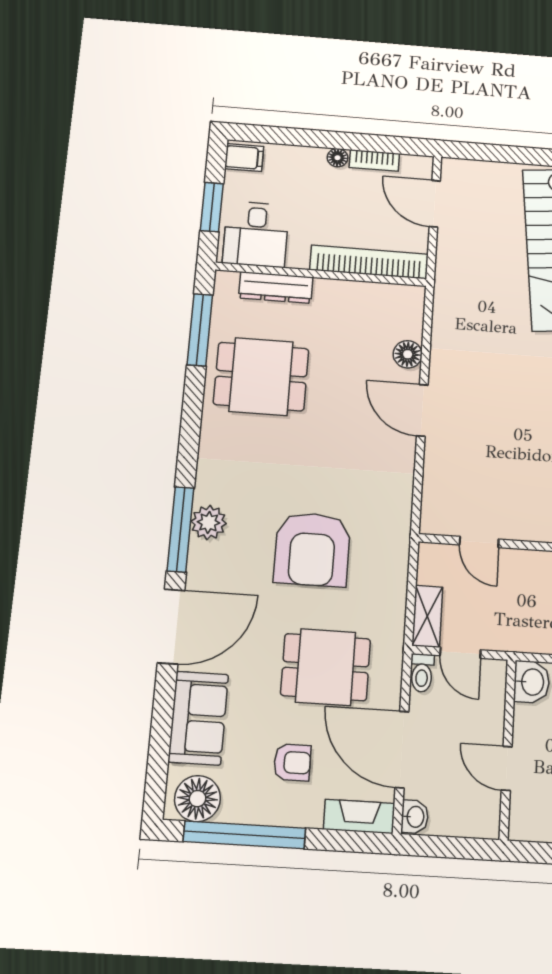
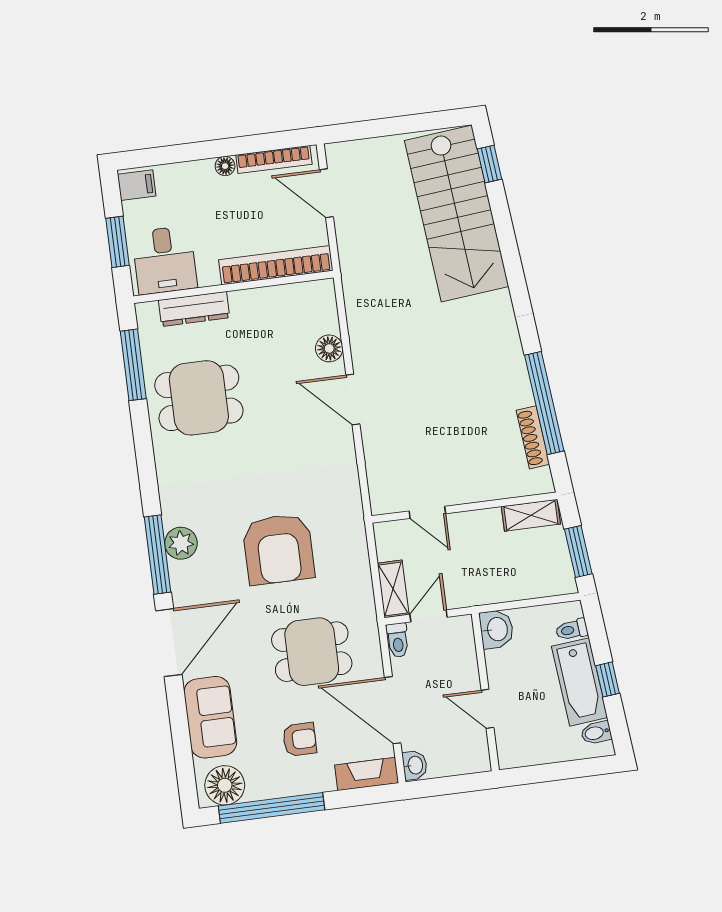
bookcase: (374, 160) -> (274, 160), width x1.56
door: (460, 653) -> (429, 616), swing flipped

